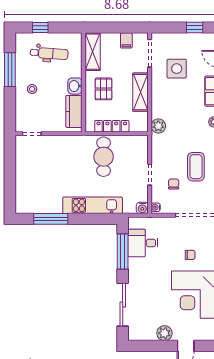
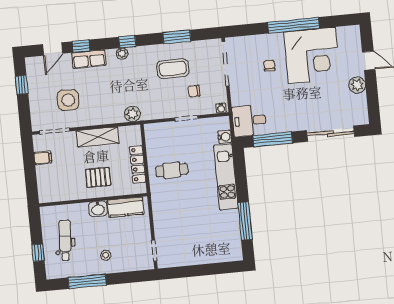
shelving: (93, 52) -> (59, 193), removed
cafe table: (104, 157) -> (172, 170), width x0.73, depth x0.74
water cooler: (142, 208) -> (225, 137), moved
desk: (143, 243) -> (249, 121), moved, turned 90

